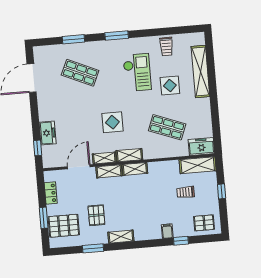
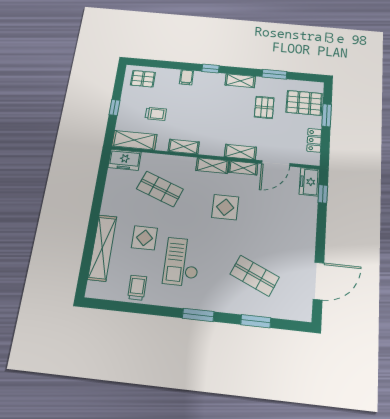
freezer: (48, 133) -> (309, 182), moved
shelving: (135, 169) -> (184, 147), moved
window: (181, 241) -> (210, 69), moved

